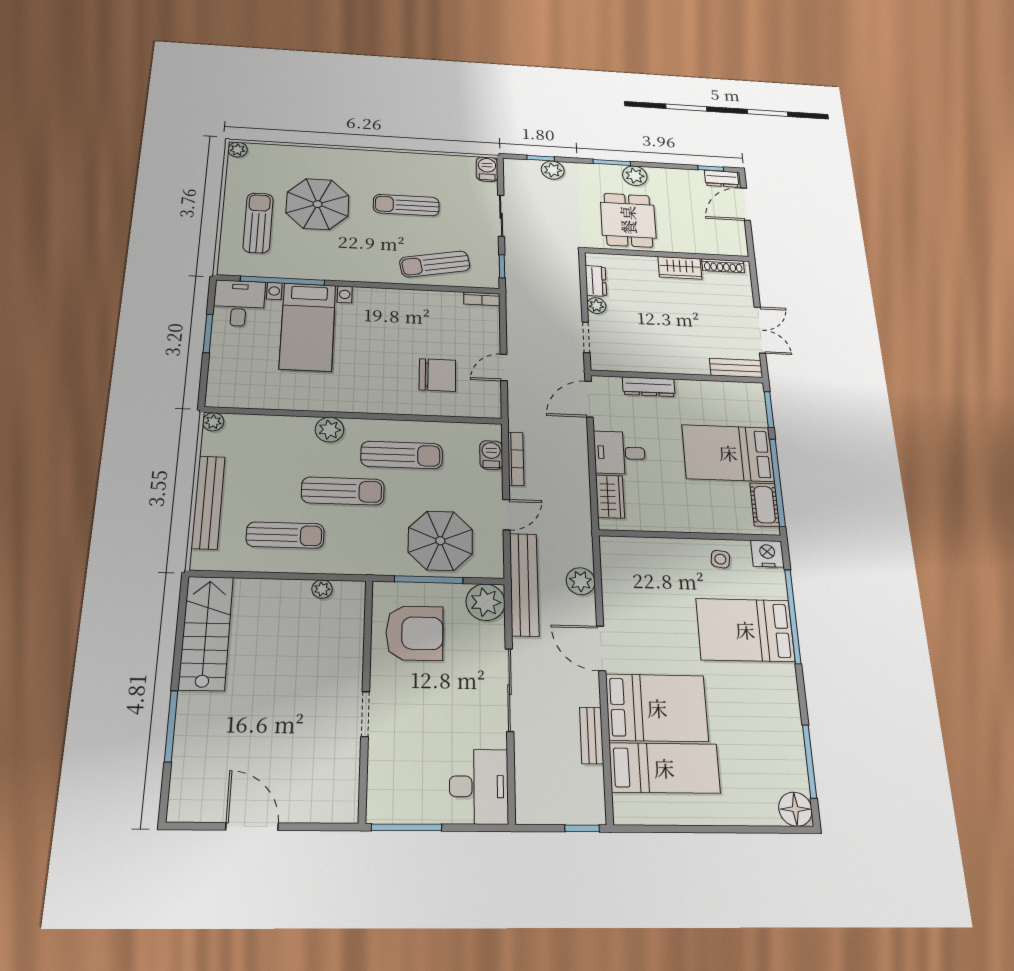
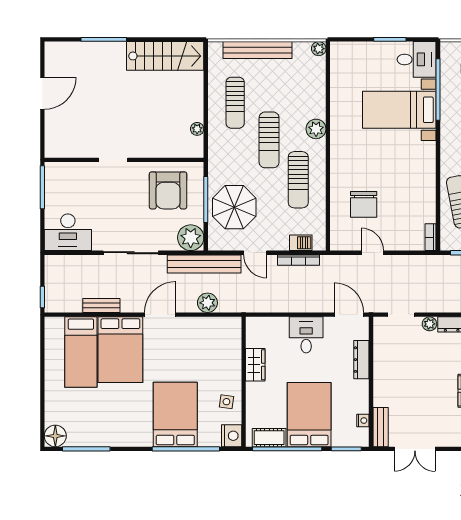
nightstand: (729, 388) -> (363, 421), added
wardrobe: (610, 497) -> (255, 365), moved, turned -90

